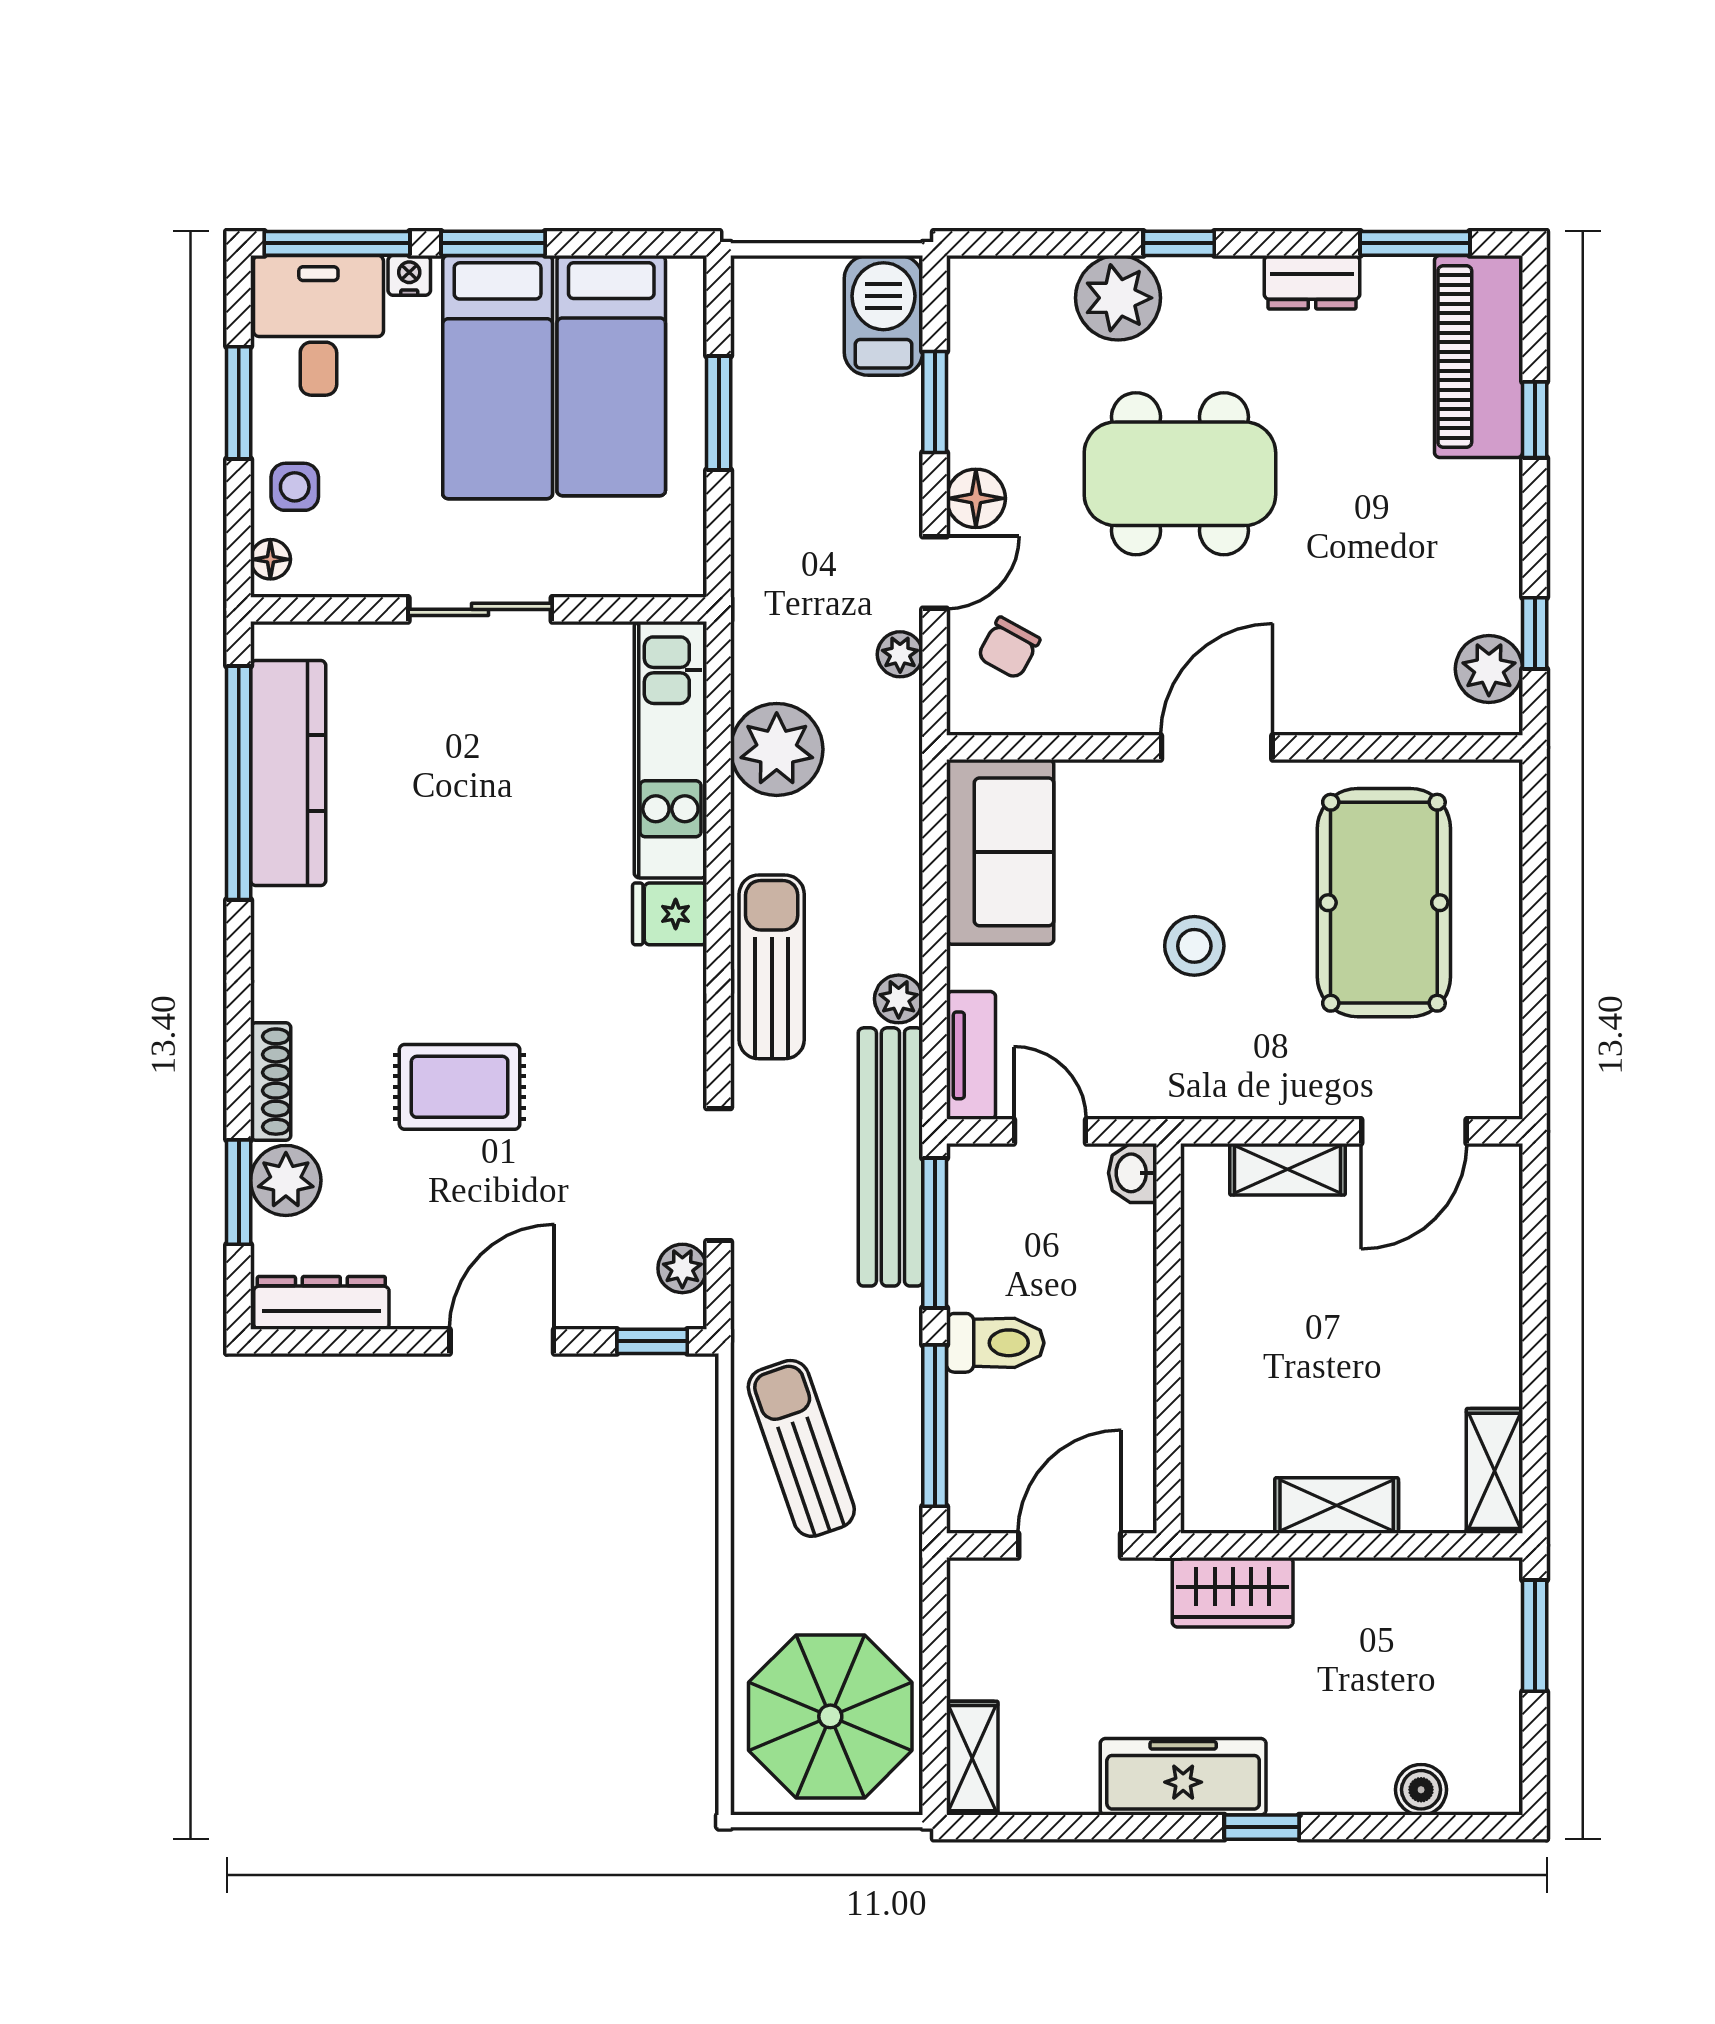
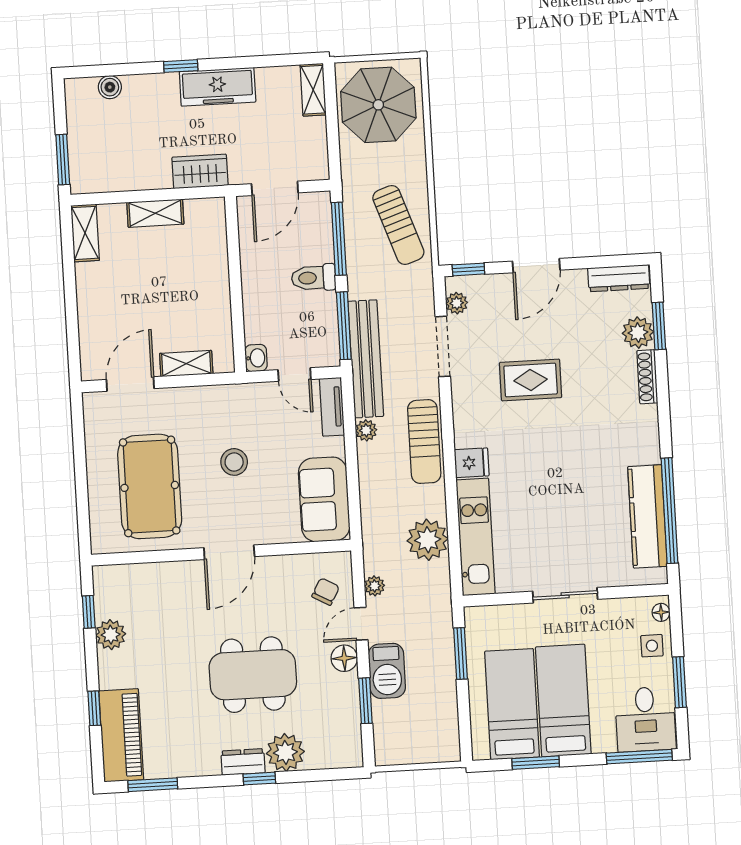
window: (493, 243) -> (536, 763), moved
nightstand: (409, 275) -> (606, 744), removed
dresser: (1312, 282) -> (243, 762), moved
barbecue: (883, 315) -> (387, 671), moved
window: (719, 413) -> (460, 653), moved
plant: (1489, 669) -> (111, 635), moved
rug: (460, 1087) -> (531, 380), moved

